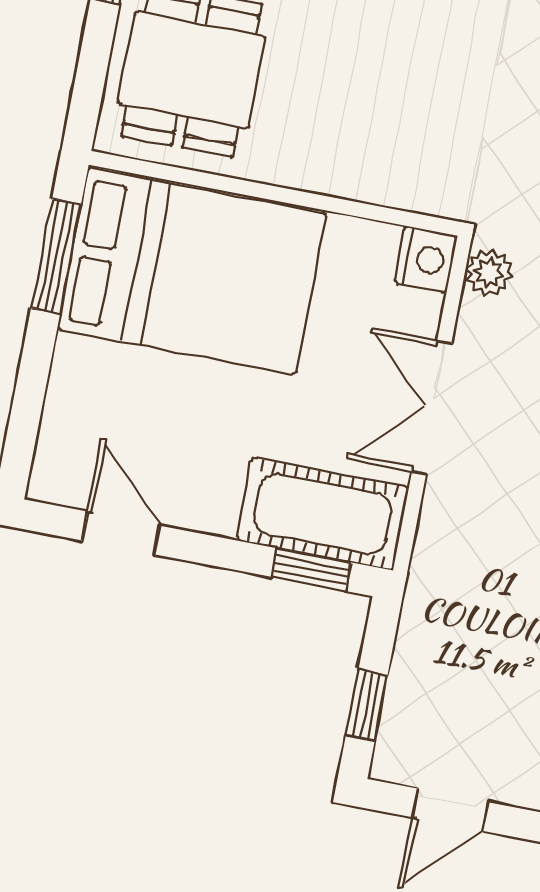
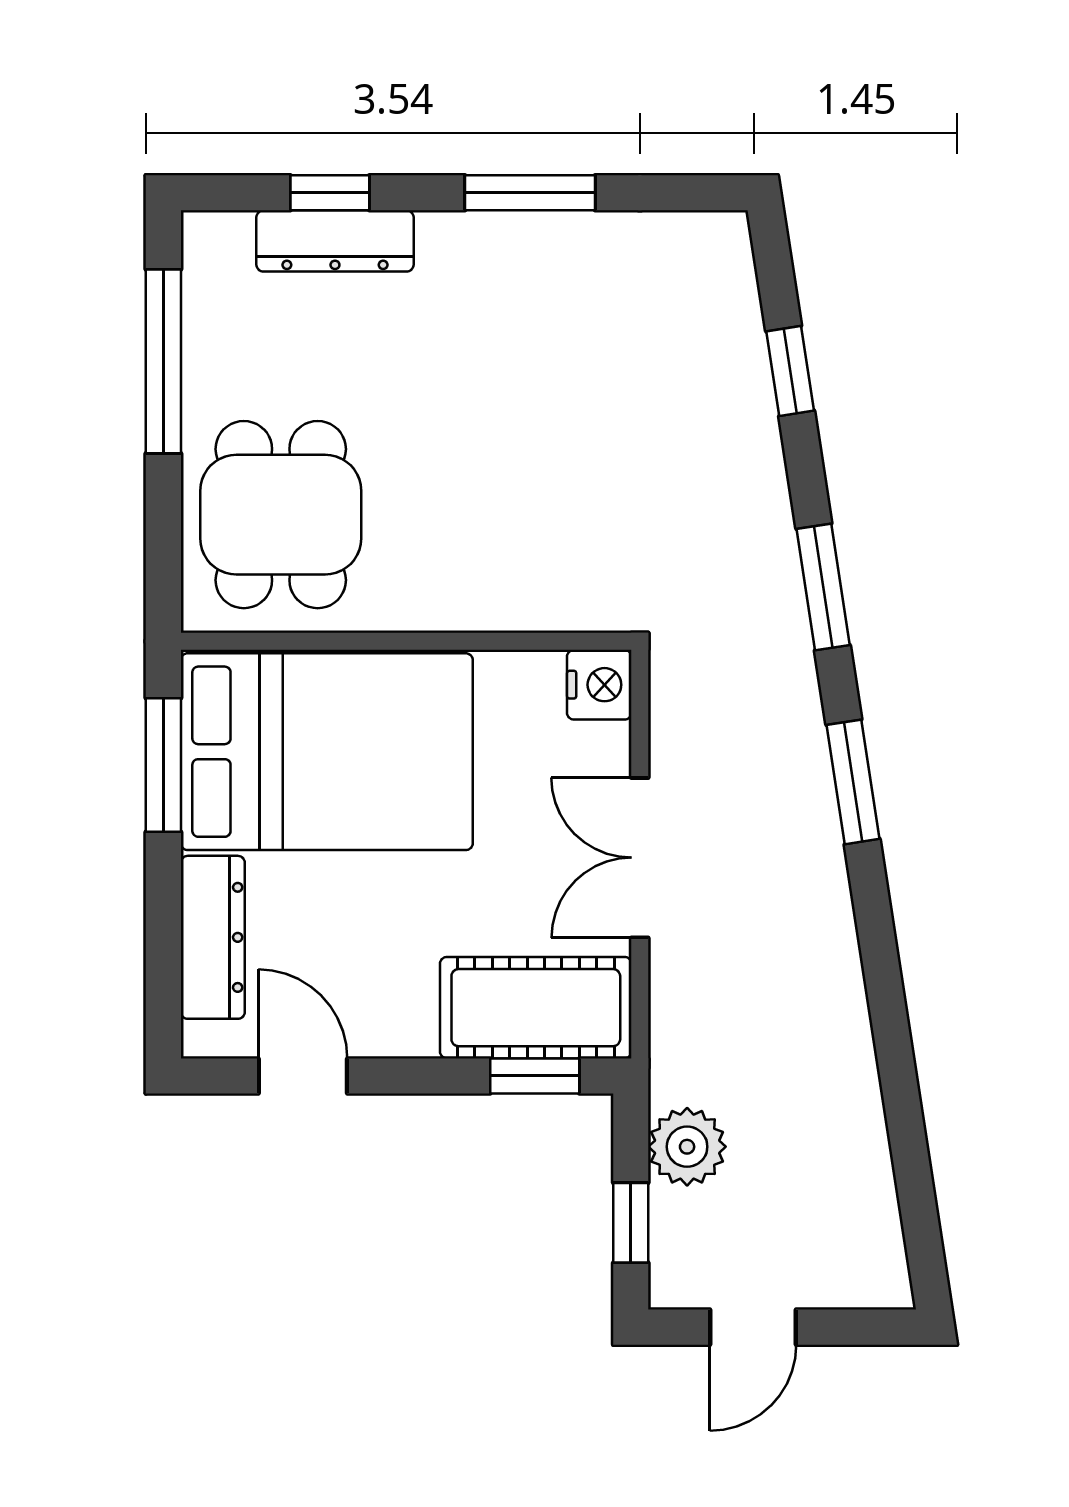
plant: (489, 273) -> (687, 1147), moved, width x1.38, depth x1.38
dresser: (69, 405) -> (213, 937), added

